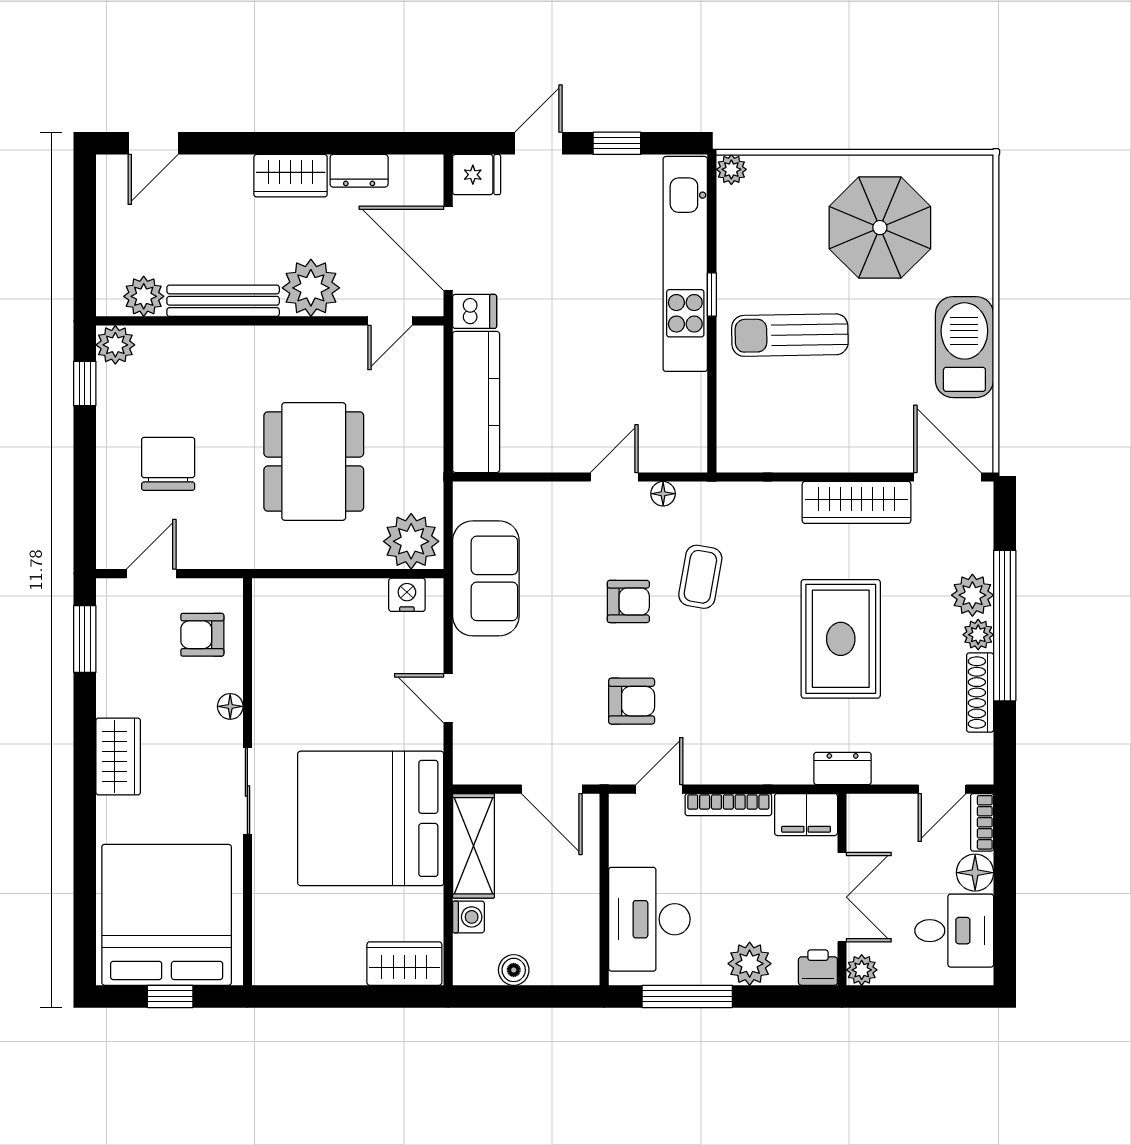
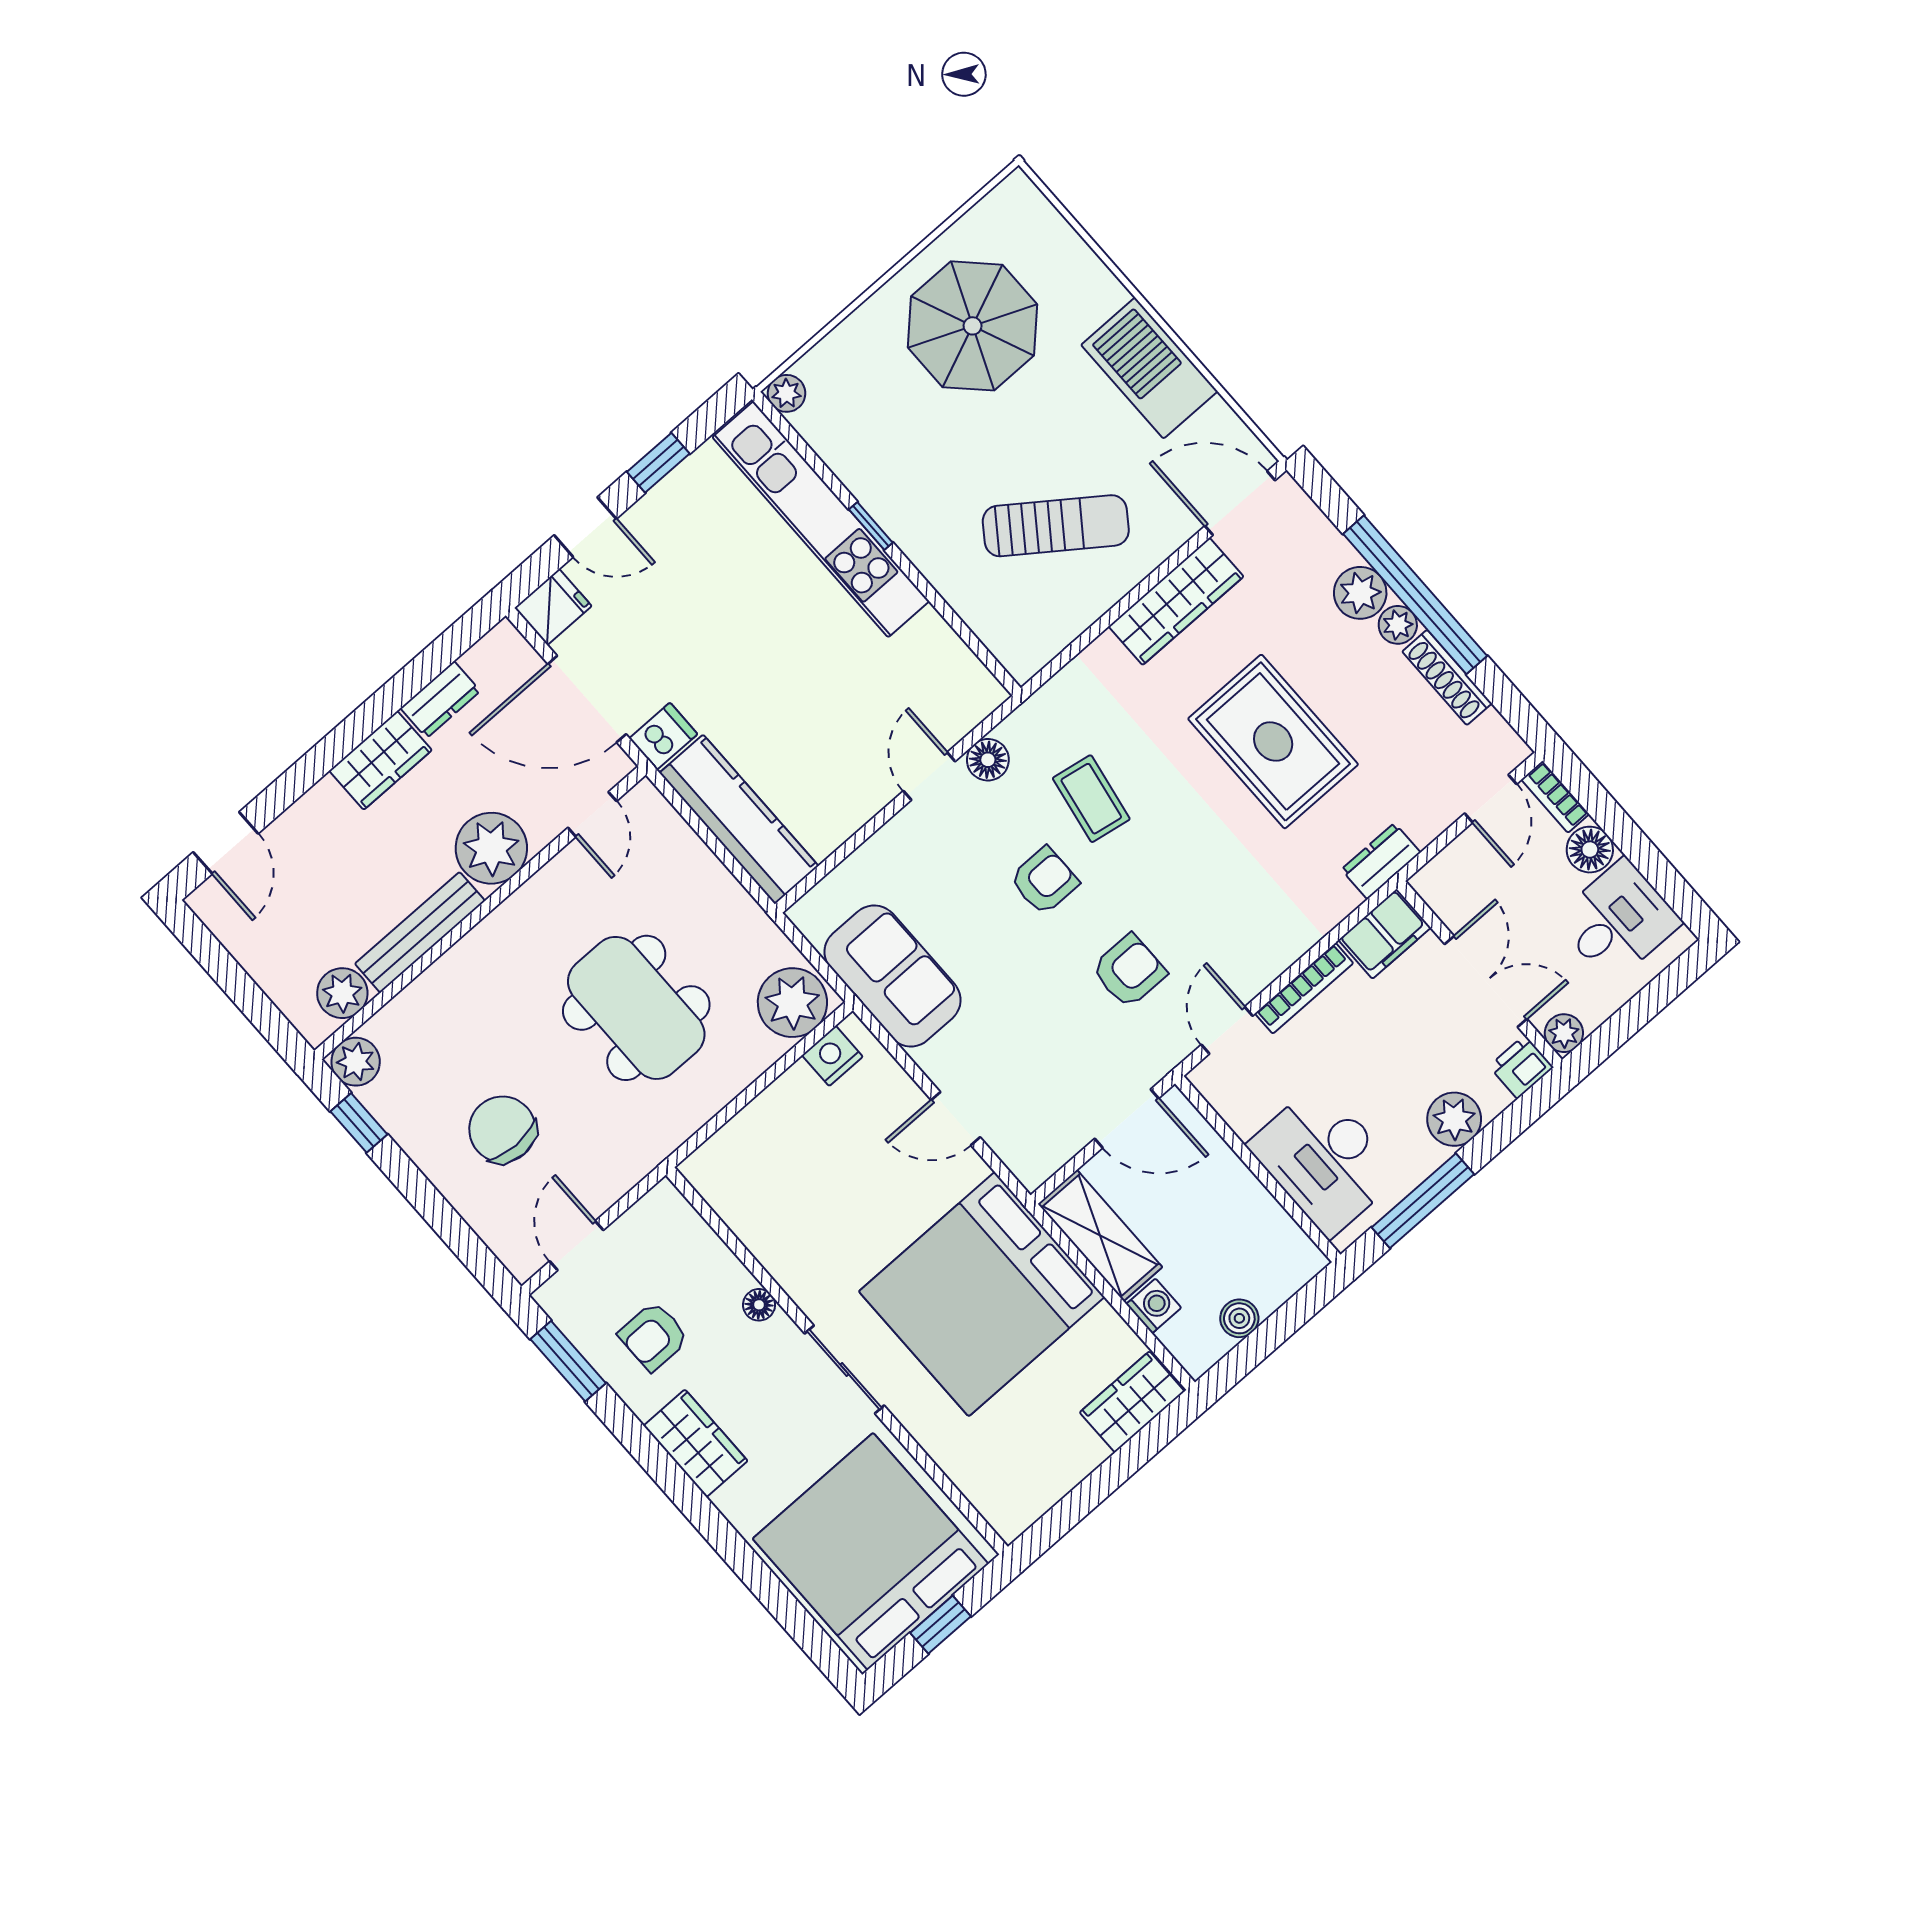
door: (539, 143) -> (585, 527), swing flipped
sun lounger: (790, 335) -> (1056, 526), moved, turned -143
floor lamp: (663, 494) -> (988, 760), width x1.37, depth x1.37
armchair: (202, 635) -> (654, 1336), moved

